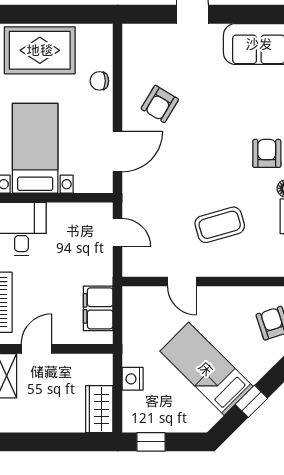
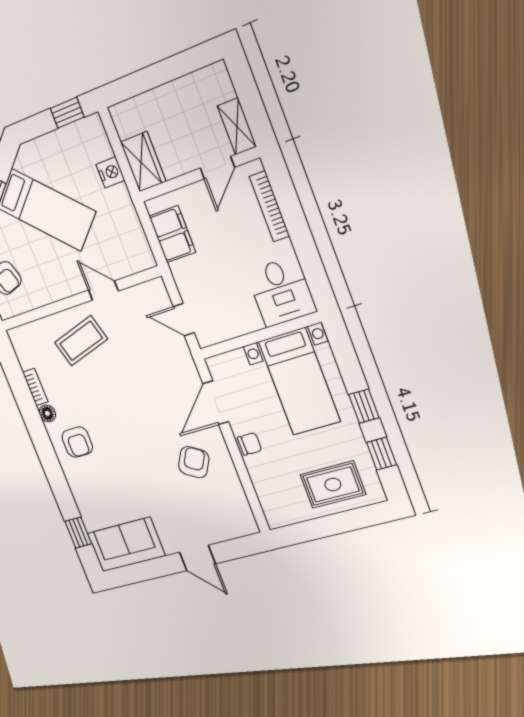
rug: (40, 50) -> (333, 484), width x0.73, depth x0.70
chair: (99, 81) -> (250, 444), moved
coffee table: (220, 225) -> (81, 341), moved
wardrobe: (99, 409) -> (143, 162), moved

